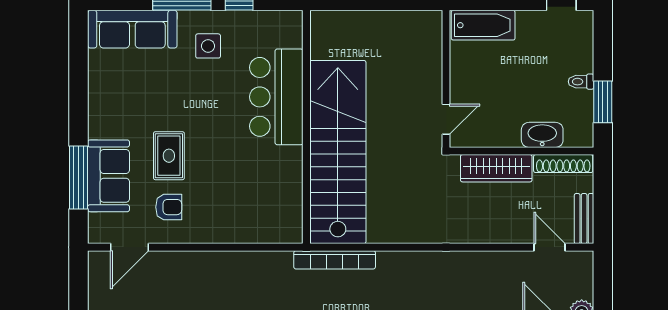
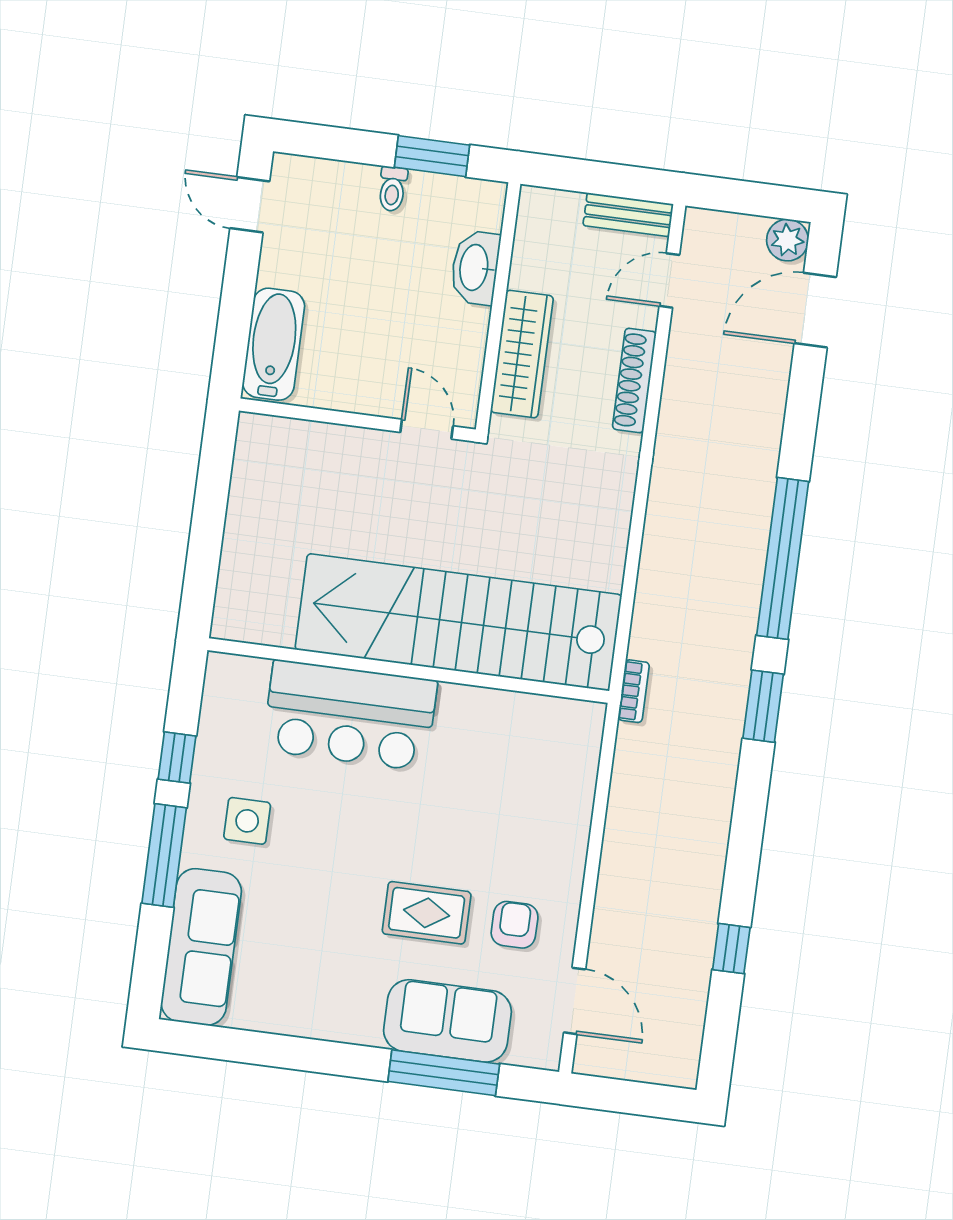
shoe rack: (563, 164) -> (634, 380), moved, turned 180
bookcase: (335, 260) -> (634, 691), width x0.43, depth x0.76

